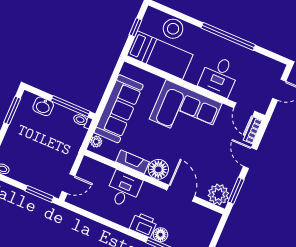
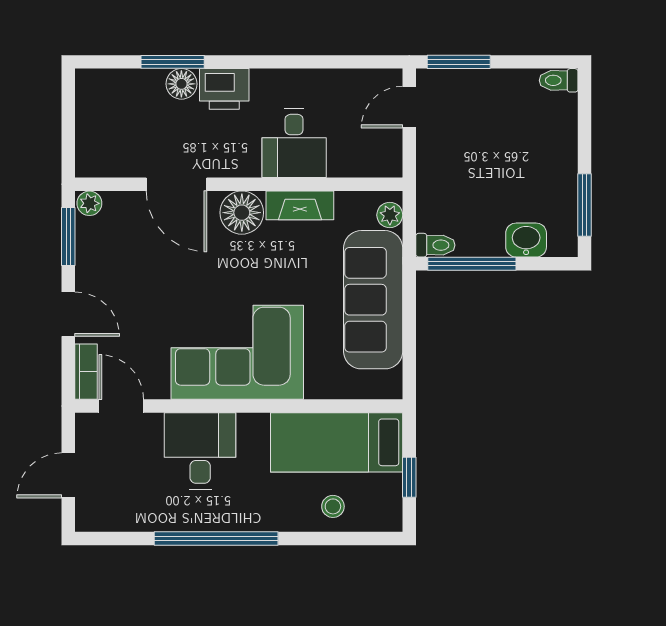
stool: (173, 29) -> (333, 506), width x0.53, depth x0.53
plant: (218, 194) -> (89, 203), width x0.53, depth x0.53

